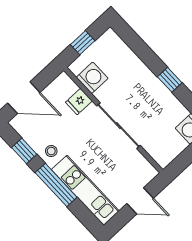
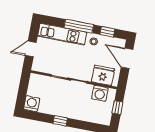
door: (24, 98) -> (127, 58), hinge flipped
fridge: (79, 102) -> (103, 75), width x1.88, depth x1.34

